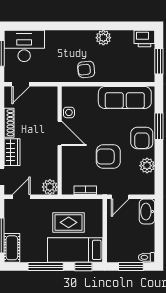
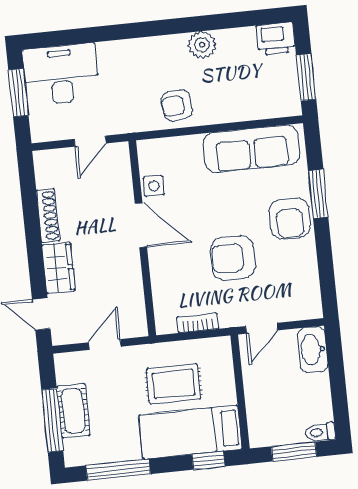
door: (21, 84) -> (90, 141), moved
plant: (147, 166) -> (304, 267), removed
plant: (50, 187) -> (133, 324), removed
door: (21, 197) -> (105, 344), moved
cot: (12, 248) -> (73, 411), moved
window: (46, 267) -> (118, 470), moved

